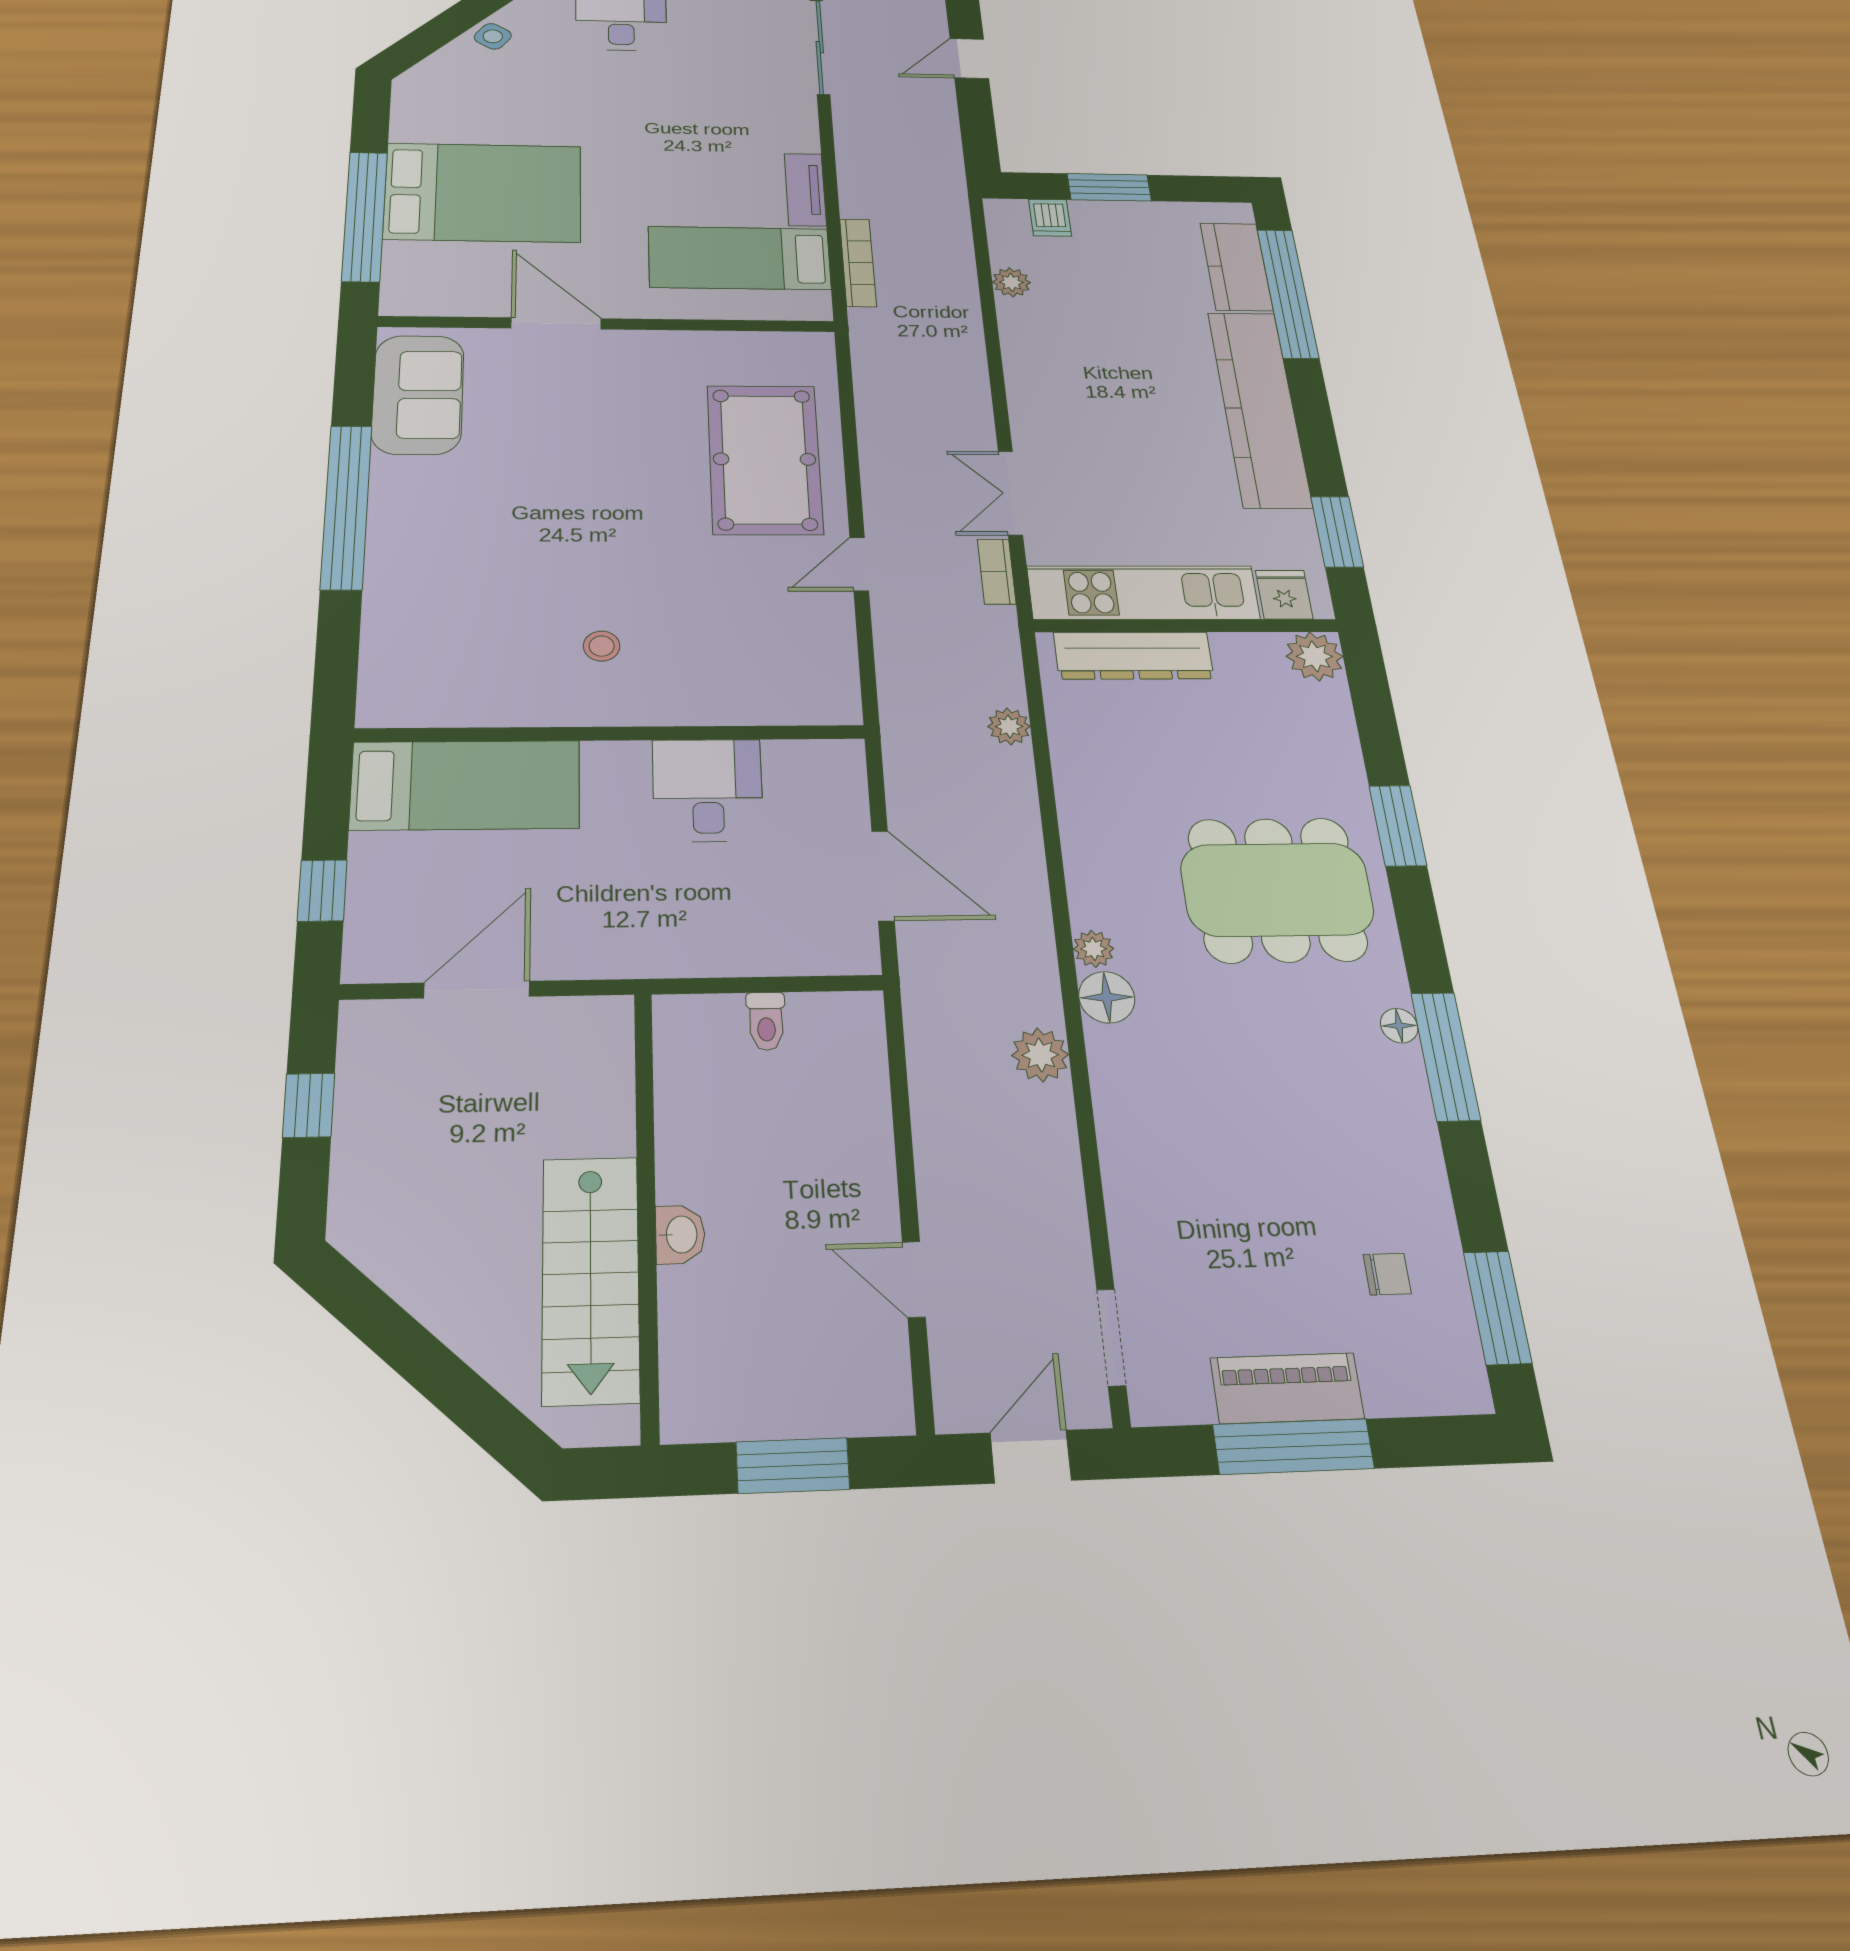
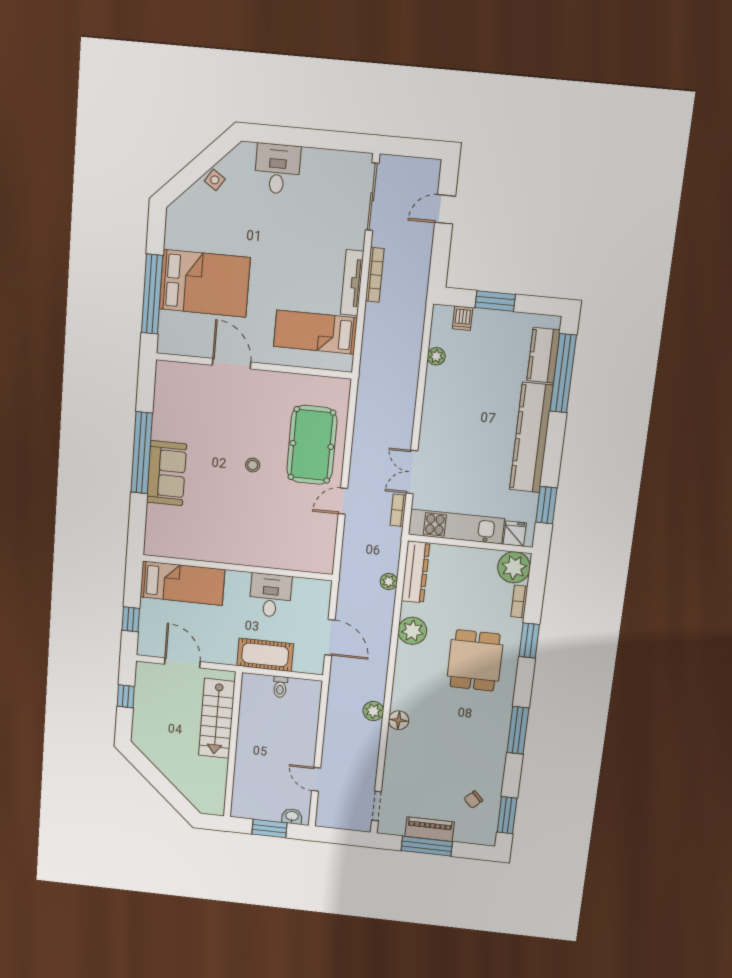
tv unit: (805, 190) -> (352, 283), width x1.41
bookcase: (858, 262) -> (375, 275), moved
sofa: (418, 394) -> (166, 473), moved
stool: (602, 646) -> (253, 465), moved
dresser: (1134, 656) -> (416, 572), moved, turned -90
plant: (1314, 656) -> (514, 567), width x1.36, depth x1.36
bookcase: (1343, 739) -> (519, 601), added
dining table: (1277, 890) -> (475, 660), width x0.73
cot: (712, 940) -> (265, 655), added
plant: (1094, 949) -> (412, 631), moved, width x1.87, depth x1.87
door: (477, 990) -> (182, 663), hinge flipped
floor lamp: (1107, 997) -> (399, 720), moved
floor lamp: (1399, 1026) -> (505, 717), removed
washbasin: (680, 1235) -> (292, 816), moved, turned -90
chair: (1387, 1274) -> (473, 800), turned 136
stairs: (591, 1278) -> (217, 718), moved
door: (1031, 1457) -> (343, 837), removed

